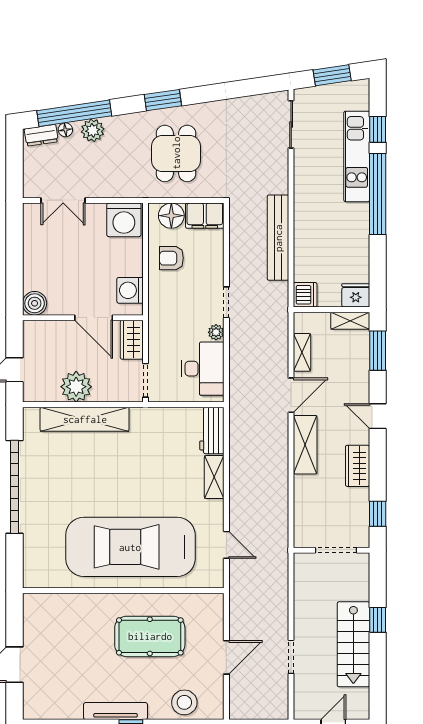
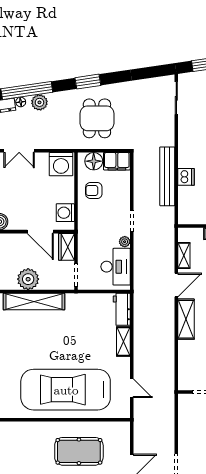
dishwasher: (305, 295) -> (186, 177), moved

